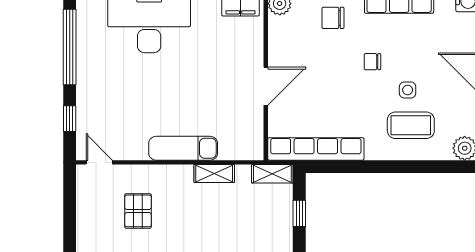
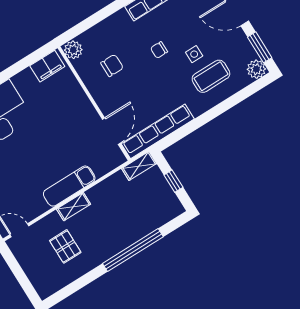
chair: (333, 18) -> (112, 65), moved, turned 180
door: (266, 86) -> (111, 131), moved
shelving: (214, 173) -> (74, 207), moved

